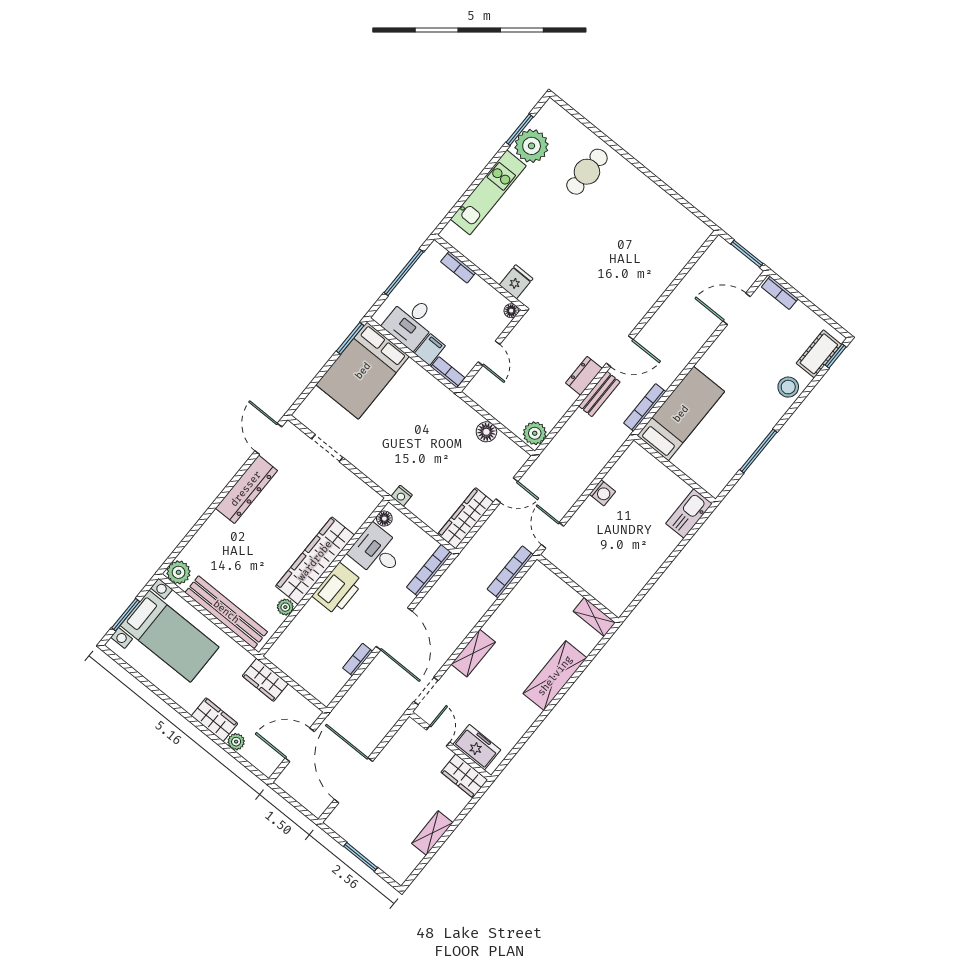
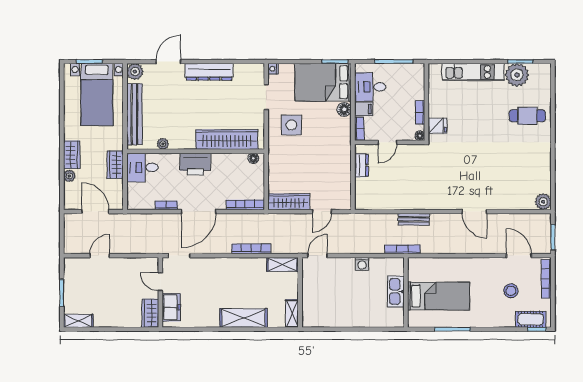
bookcase: (458, 267) -> (420, 112), moved
bookcase: (780, 293) -> (546, 279), width x1.56
door: (620, 351) -> (474, 212), moved
dresser: (584, 376) -> (361, 165), moved, turned 90
stool: (788, 387) -> (511, 291), moved
bookcase: (645, 407) -> (403, 249), moved
bed: (681, 414) -> (439, 296), moved
floor lamp: (486, 432) -> (344, 109), moved
plant: (535, 433) -> (543, 202), moved
door: (268, 439) -> (168, 62), moved
side table: (382, 445) -> (291, 125), added
door: (507, 490) -> (322, 212), hinge flipped
nightstand: (402, 496) -> (273, 69), moved
kitchen sink: (689, 514) -> (396, 292), moved, turned -90
desk: (377, 552) -> (142, 167), moved, turned -90
wardrobe: (315, 561) -> (227, 139), moved
bookcase: (510, 572) -> (251, 249), moved
shelving: (473, 653) -> (283, 264), moved
door: (438, 736) -> (160, 282), swing flipped
door: (353, 780) -> (100, 256), width x0.53
shelving: (432, 833) -> (78, 321), moved

